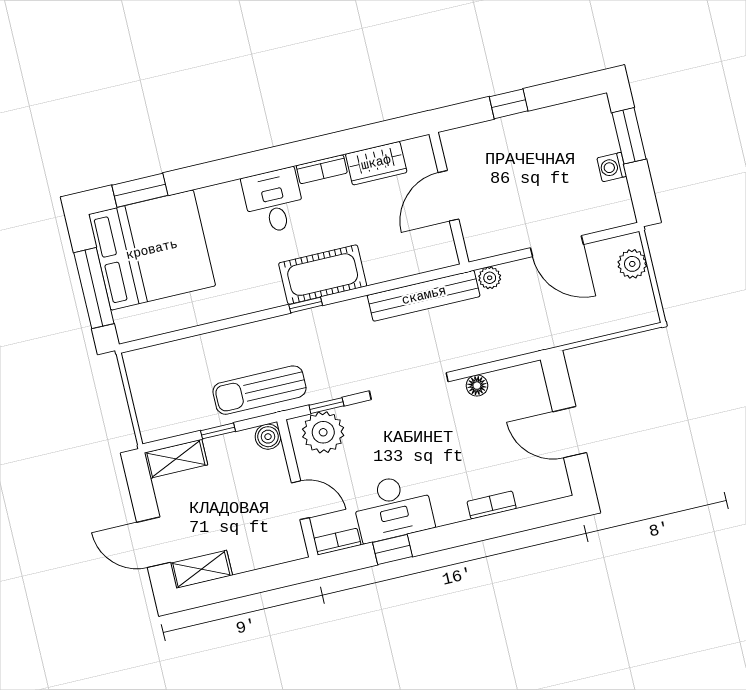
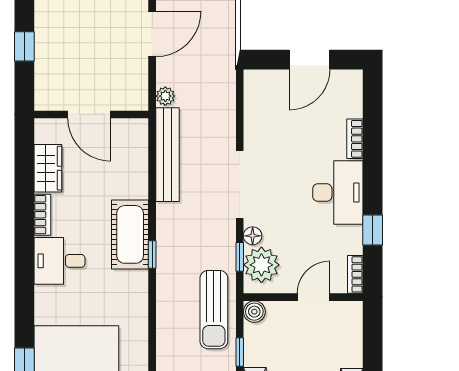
floor lamp: (477, 386) -> (253, 236), moved
desk: (393, 508) -> (338, 193), moved

